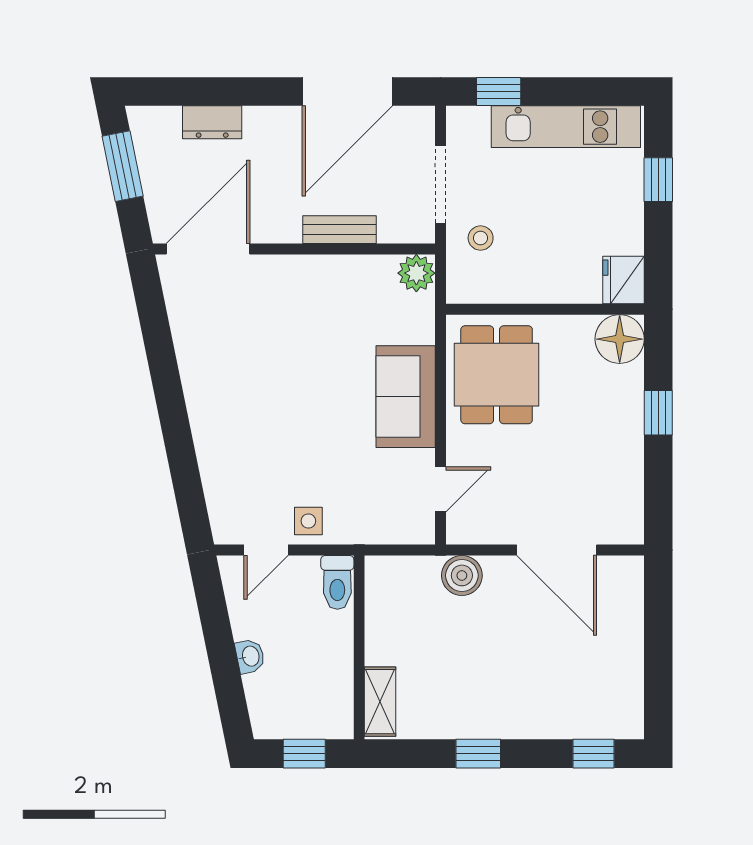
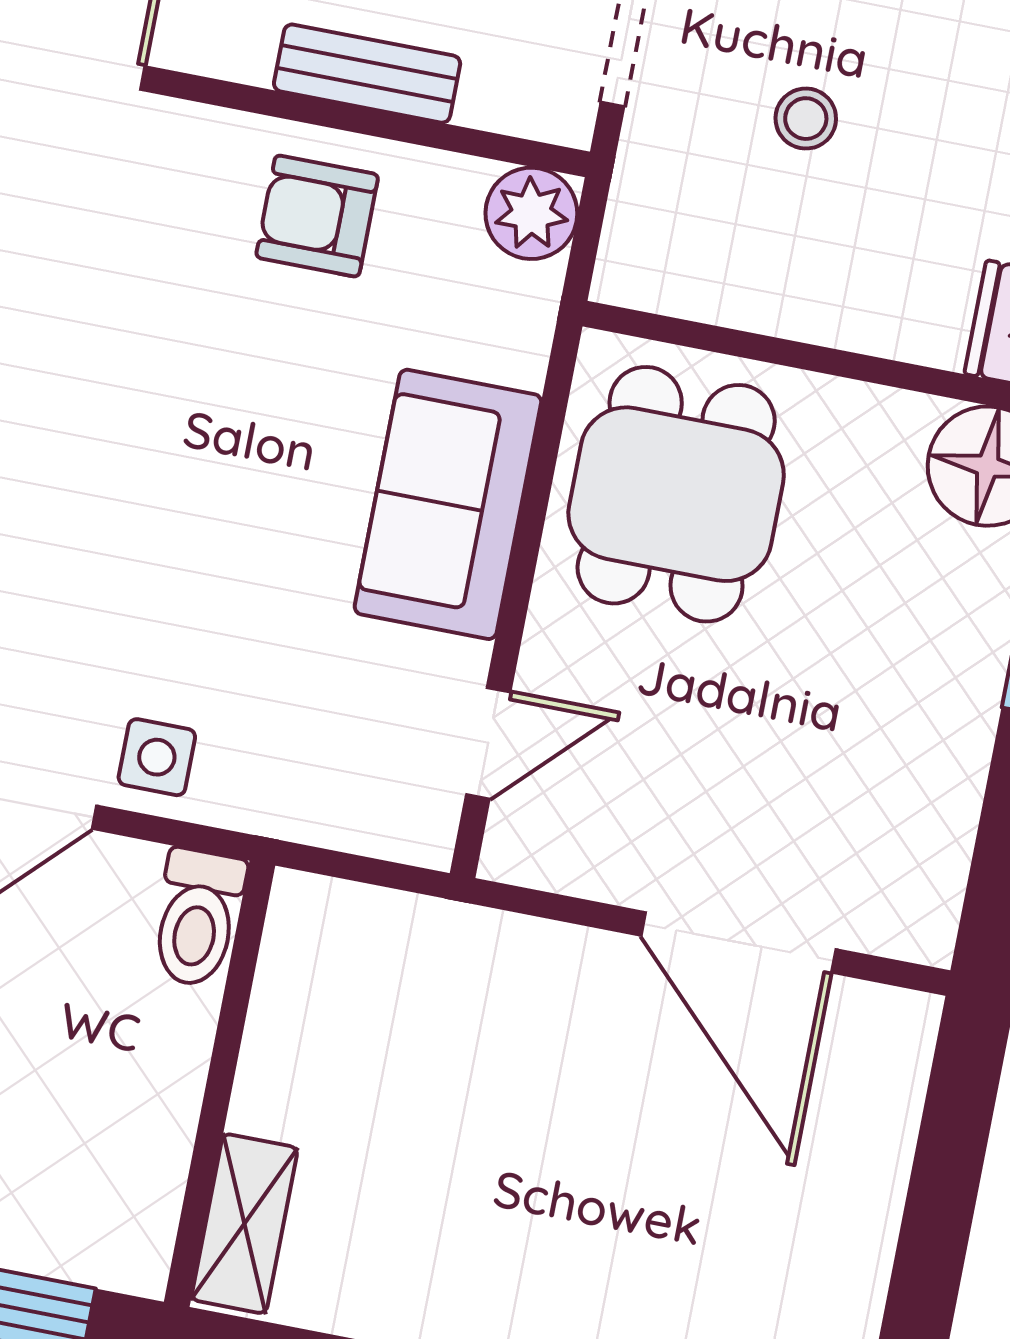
stool: (481, 238) -> (806, 119), moved
armchair: (331, 291) -> (317, 216), added
boiler: (462, 575) -> (499, 959), removed

